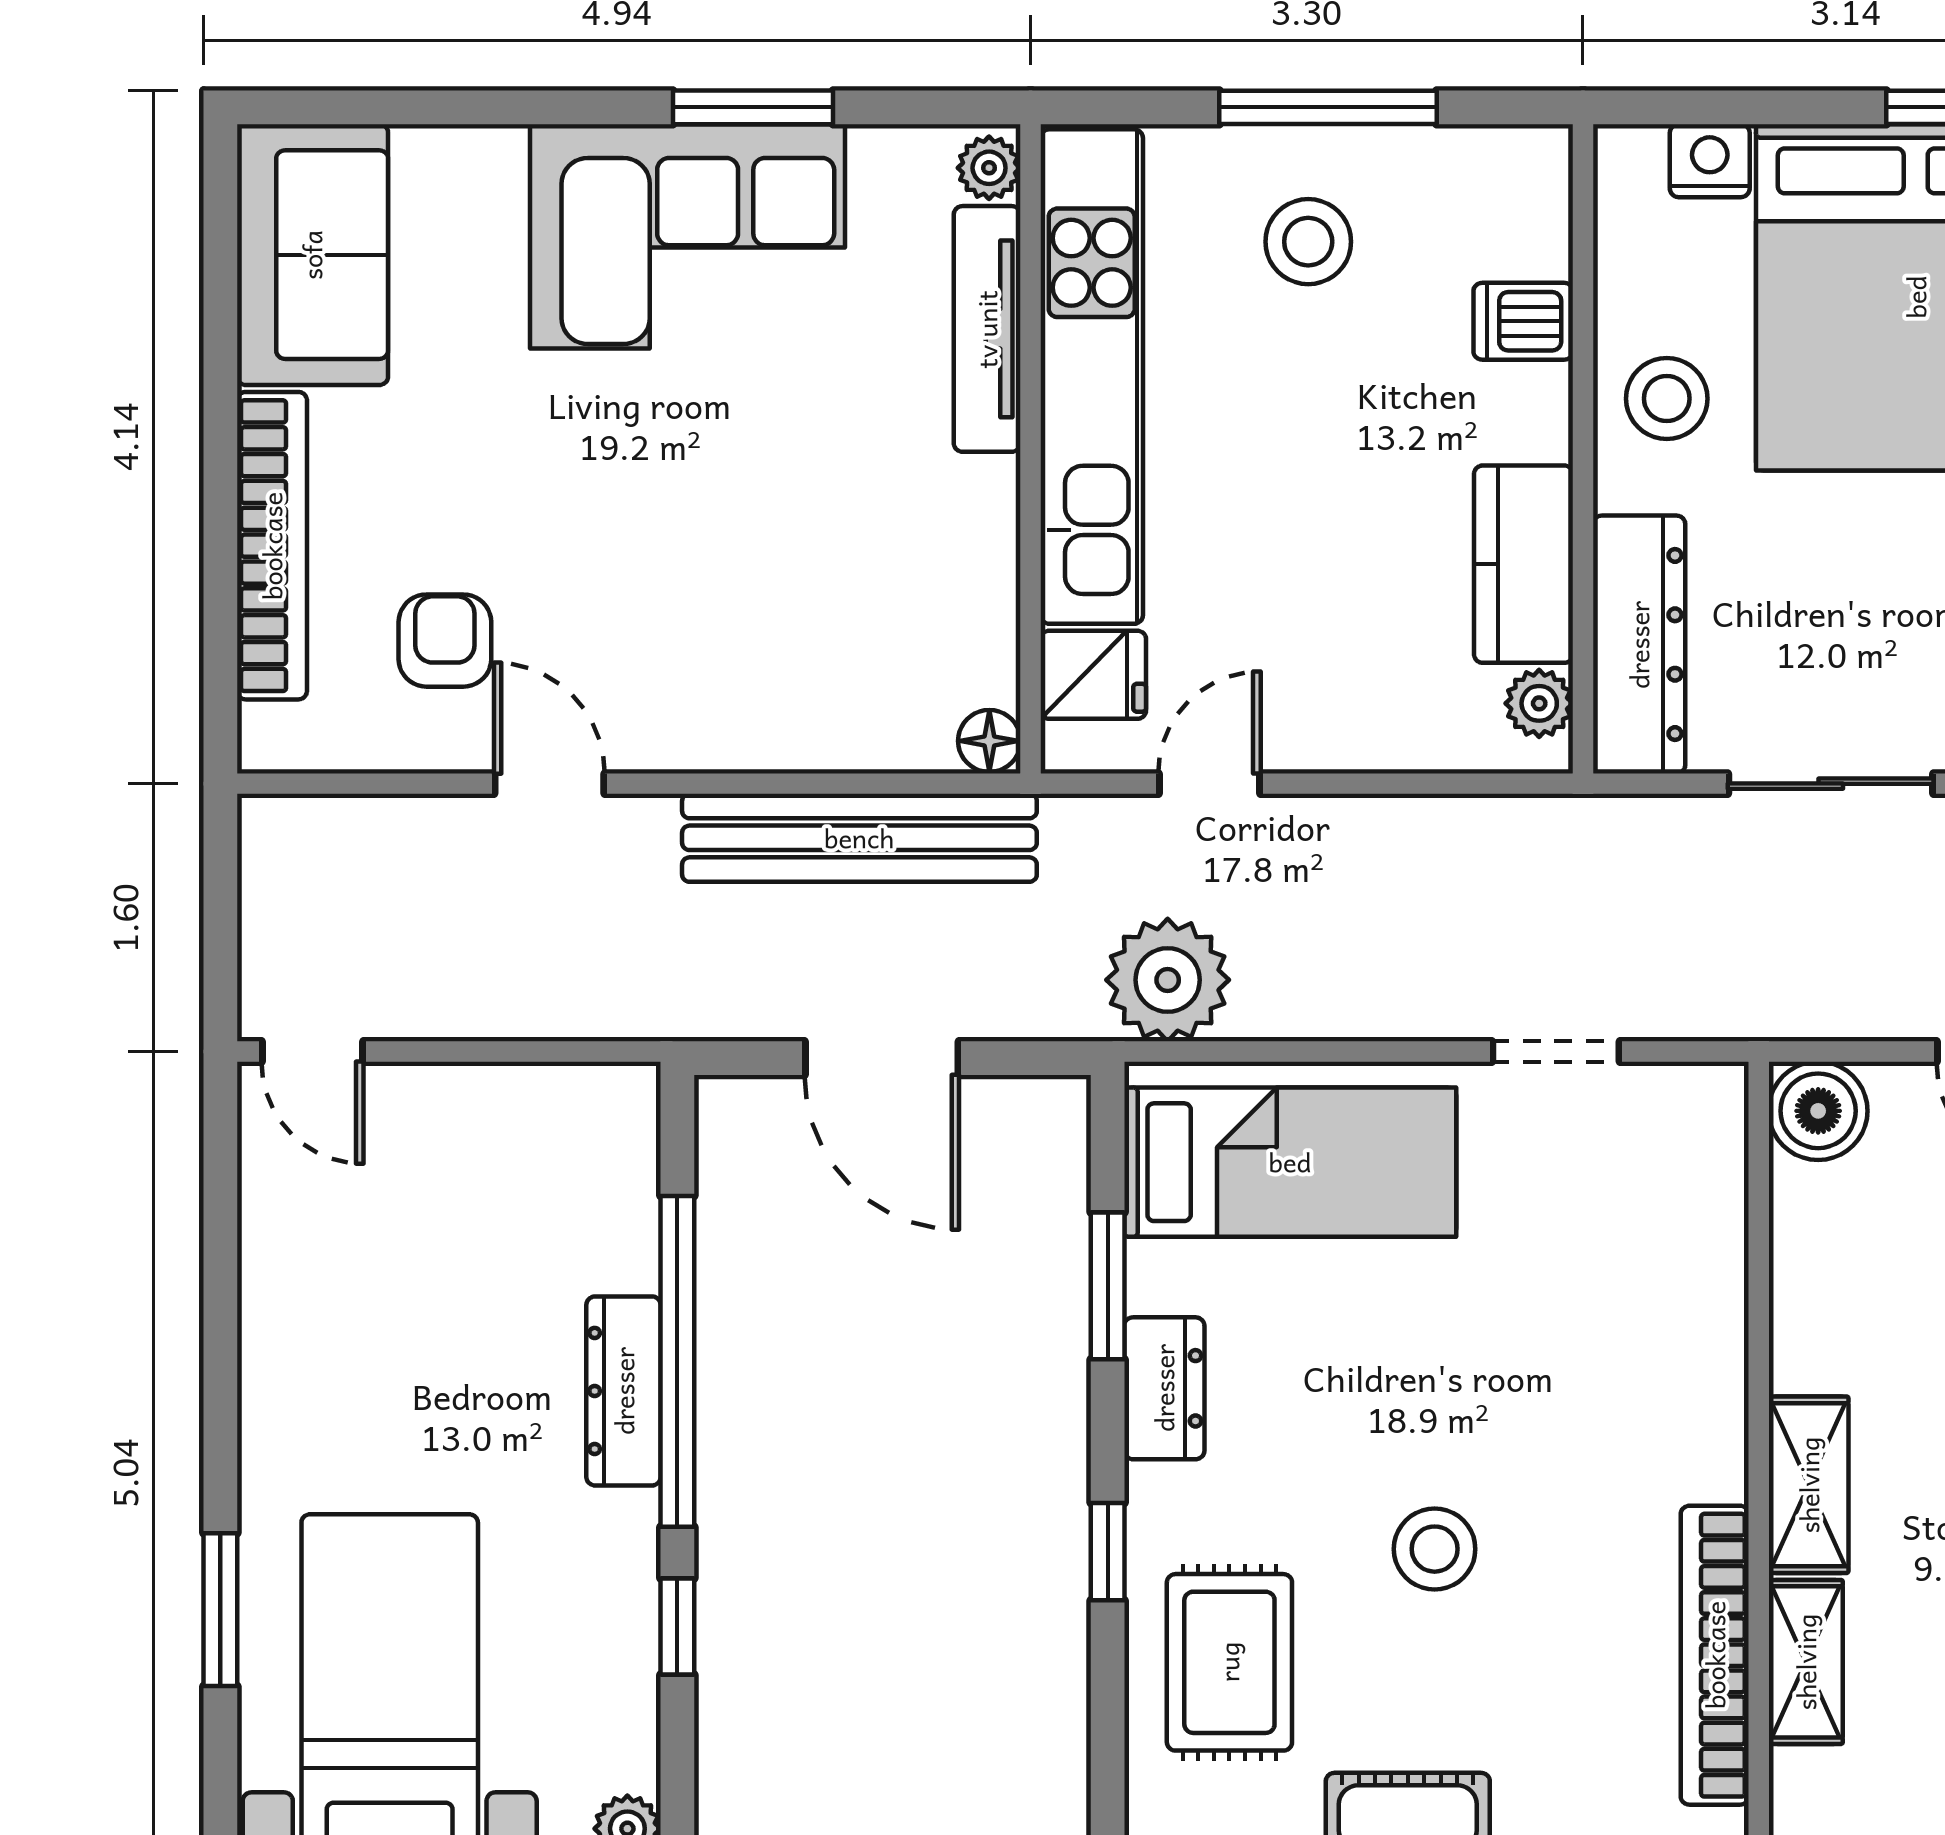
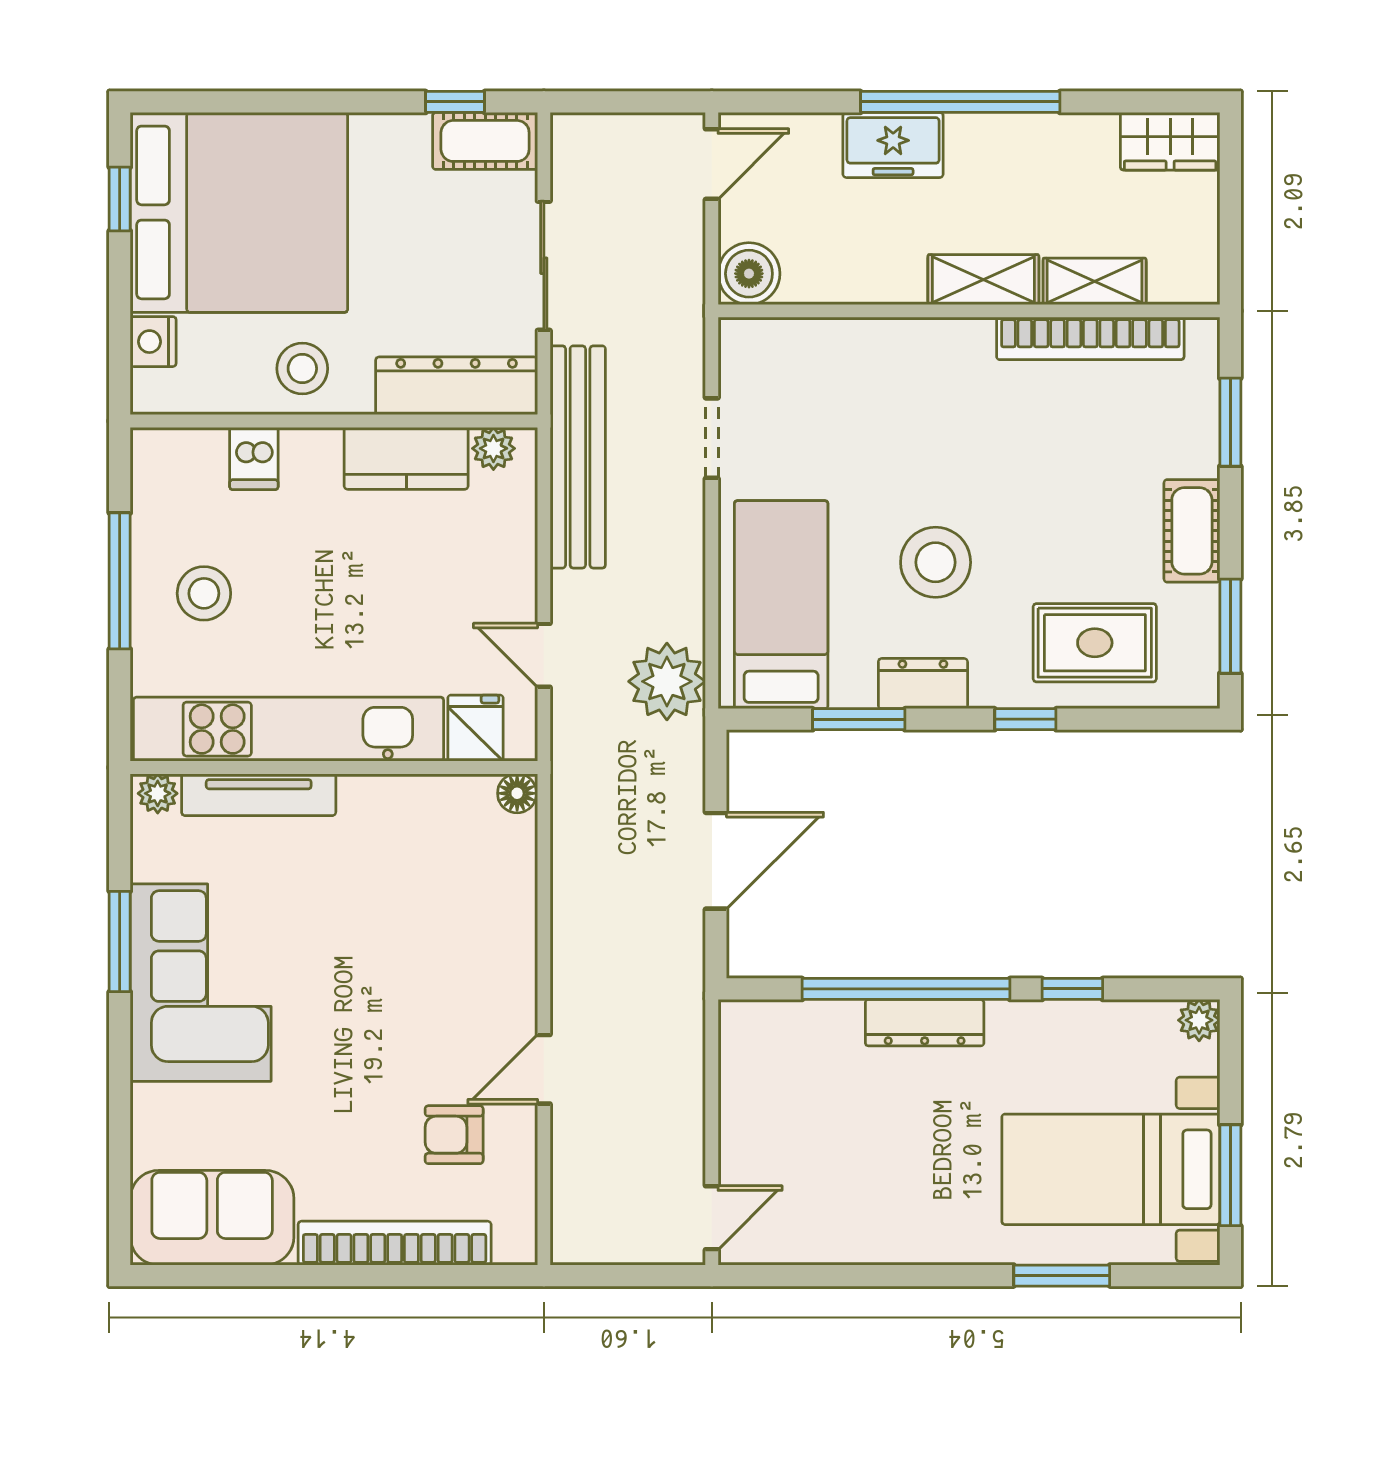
bench: (859, 838) -> (578, 457), moved
stool: (1435, 1549) -> (936, 562), moved, width x1.38, depth x1.38

